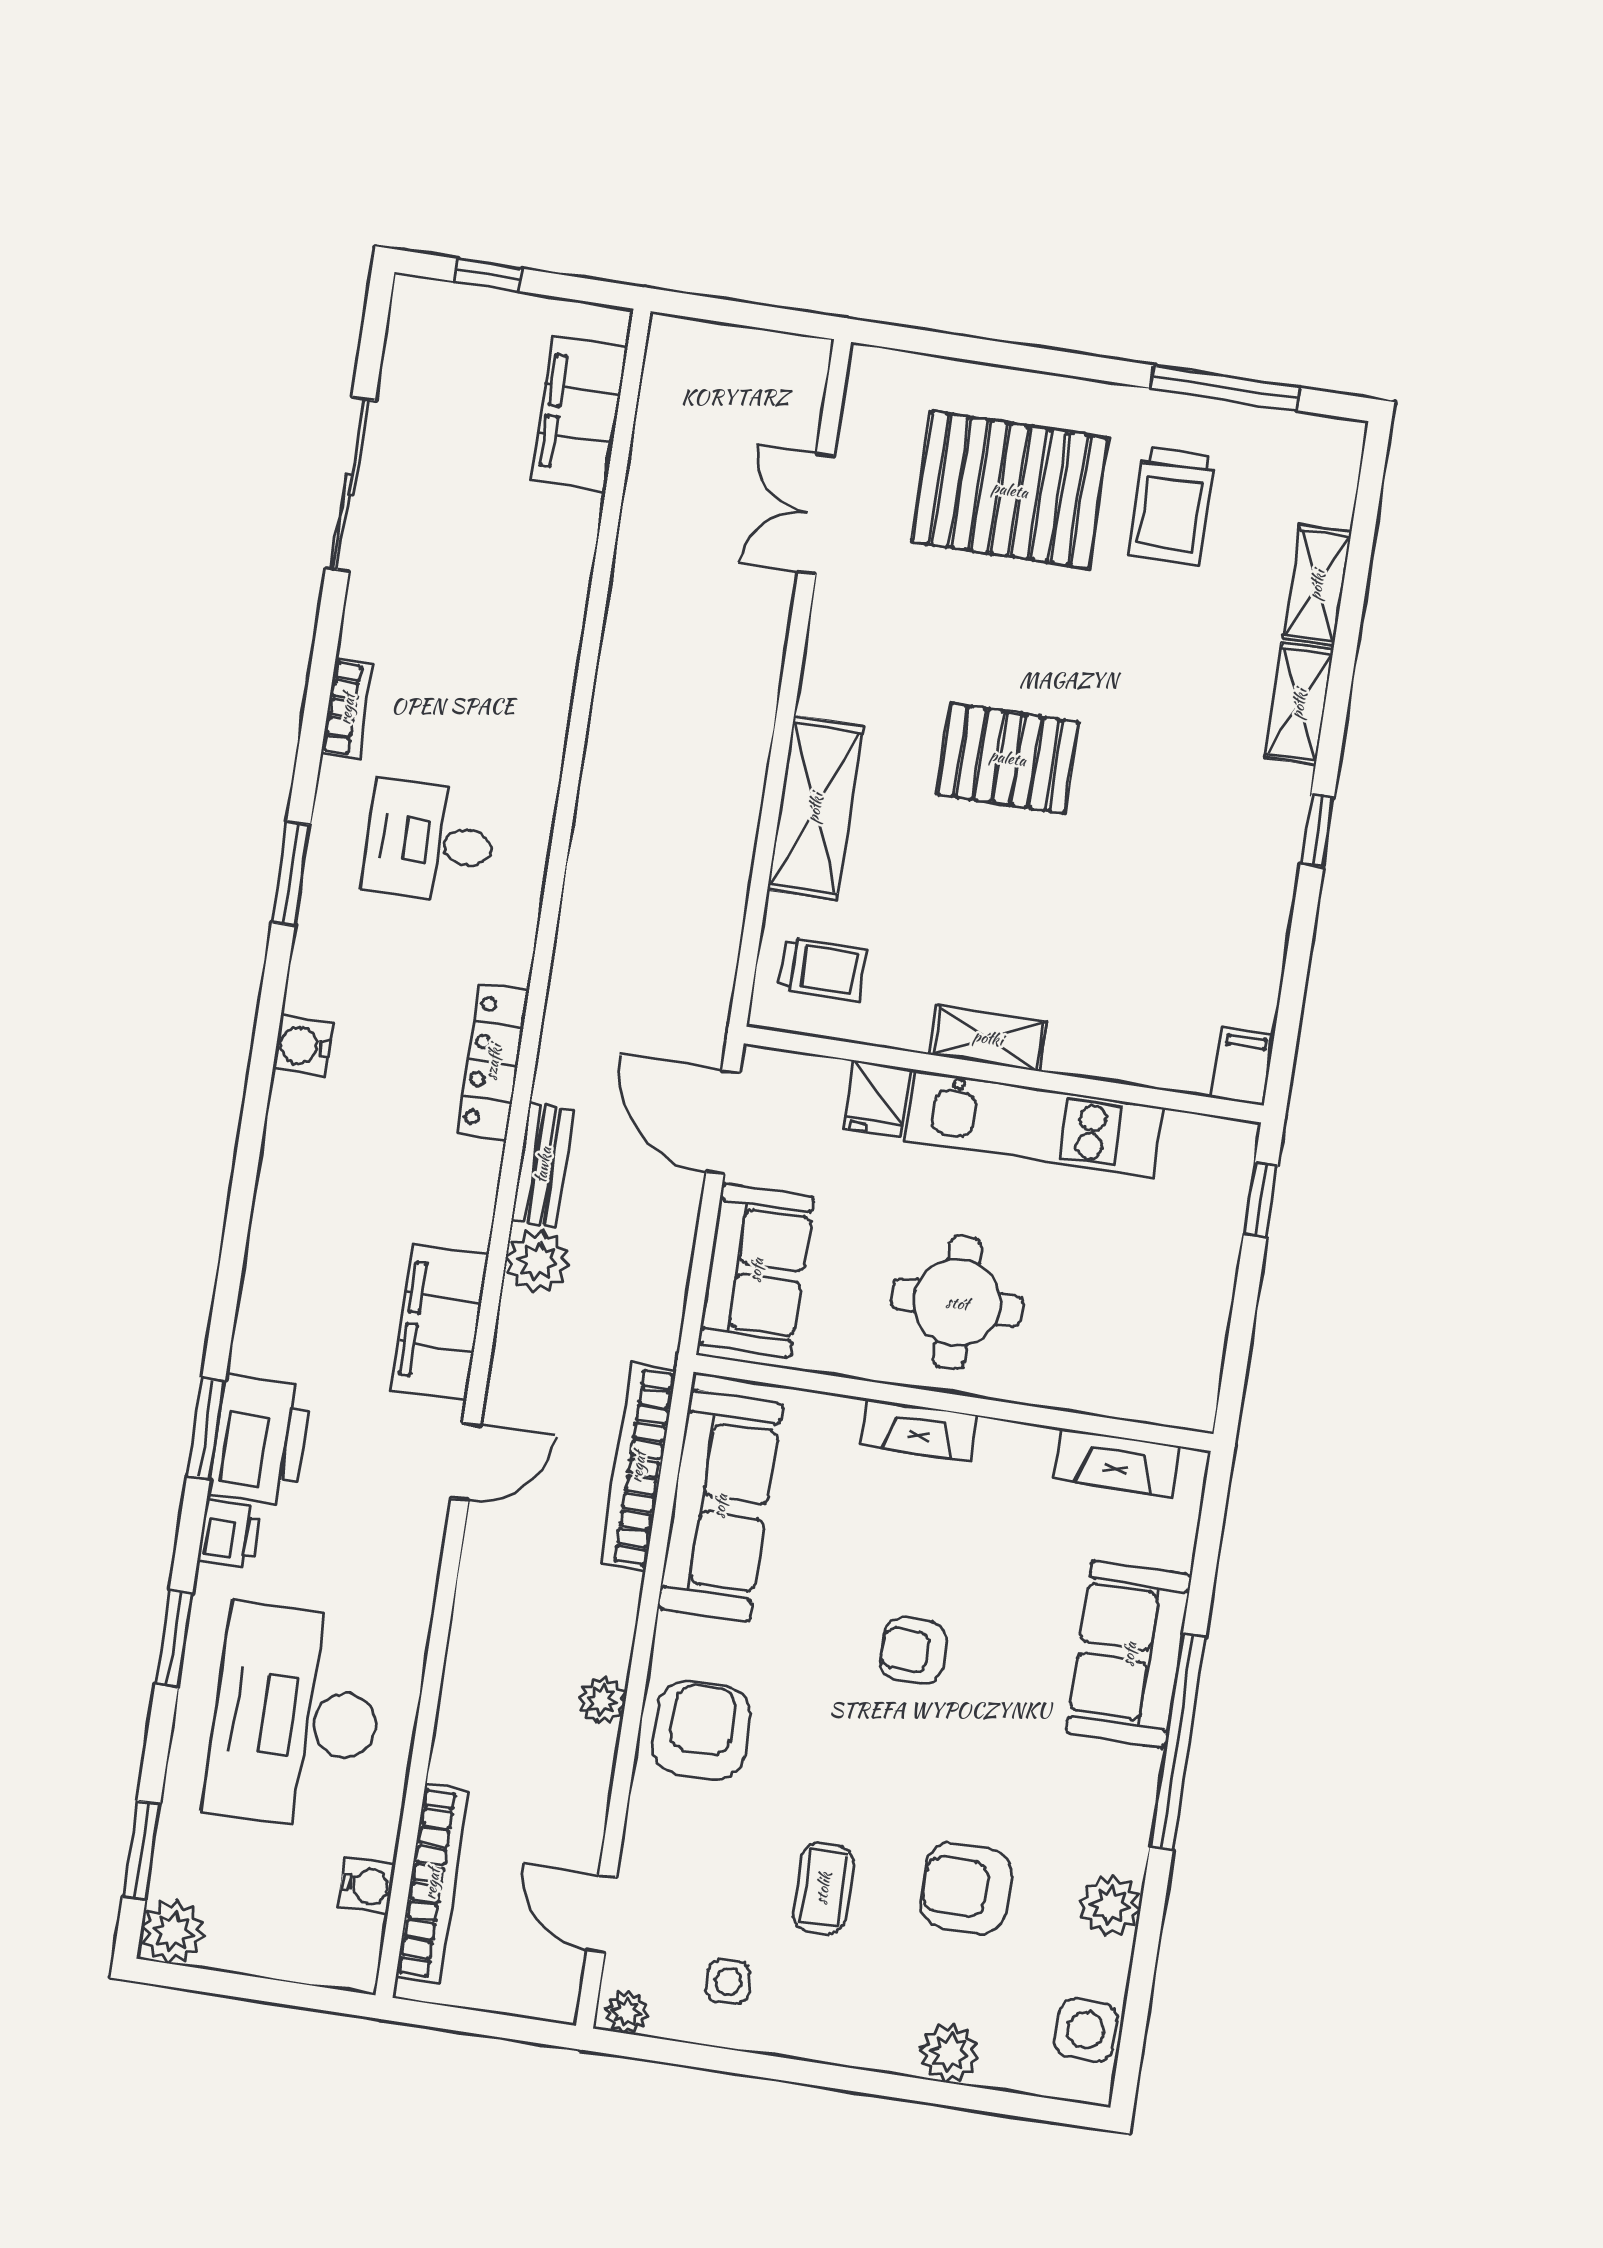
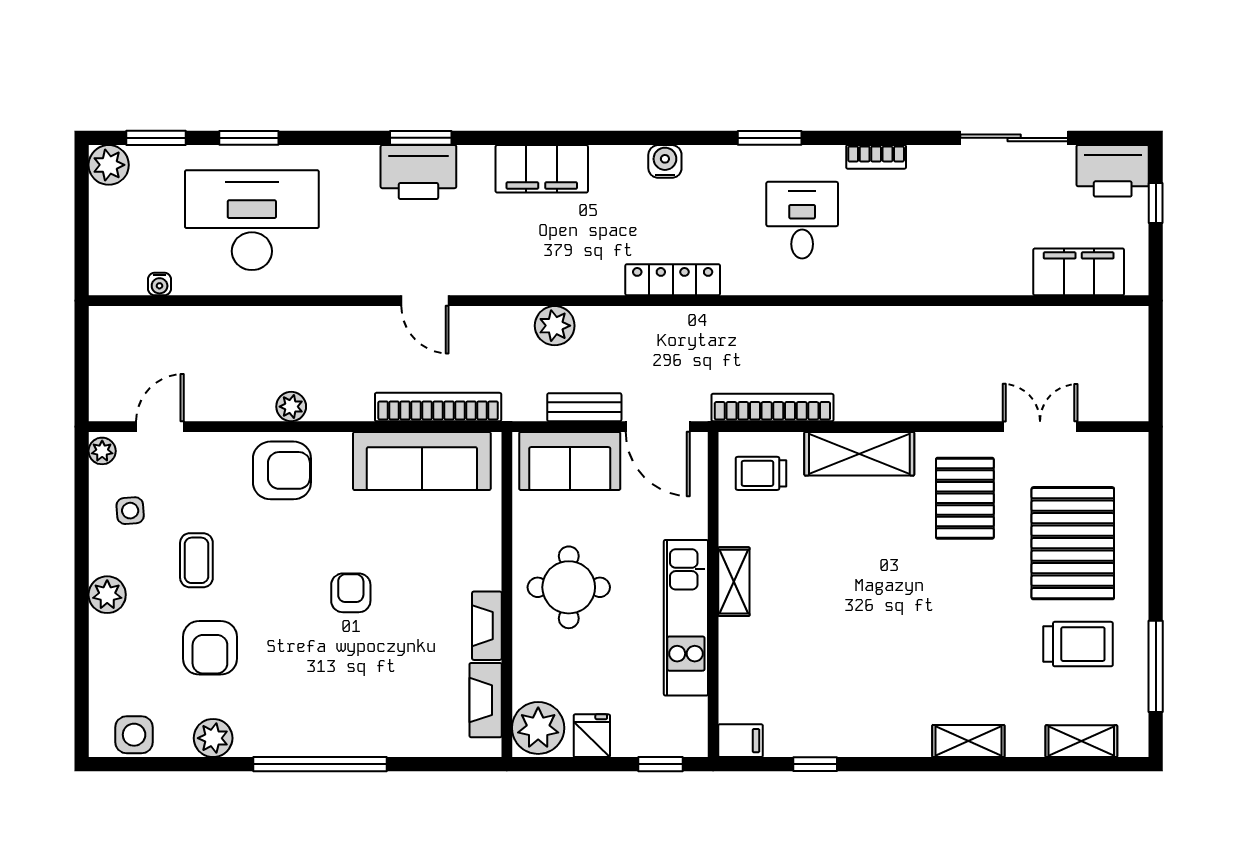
trolley: (1171, 506) -> (1078, 644), turned 180
shelving: (1317, 585) -> (1081, 741), moved
pallet: (1008, 758) -> (965, 498), moved
window: (1317, 831) -> (815, 764), moved
trolley: (823, 969) -> (761, 473), turned 90
fridge: (877, 1099) -> (592, 736), moved, turned 90
door: (723, 1122) -> (658, 427), swing flipped
bench: (543, 1165) -> (584, 407), moved
filing cabinet: (440, 1322) -> (542, 169), moved, turned 180
plant: (1173, 1386) -> (538, 728), added
fireplace: (920, 1430) -> (487, 626), moved
printer: (230, 1533) -> (1113, 171), moved, width x1.87, depth x1.48
window: (174, 1638) -> (249, 138), moved
sofa: (1129, 1654) -> (369, 726), removed
bookcase: (432, 1884) -> (772, 408), moved, turned 180
water cooler: (367, 1886) -> (160, 284), width x0.72, depth x0.72
coffee table: (823, 1888) -> (196, 560), turned 90
armchair: (966, 1888) -> (210, 648), turned 180
plant: (949, 2053) -> (107, 595), moved

